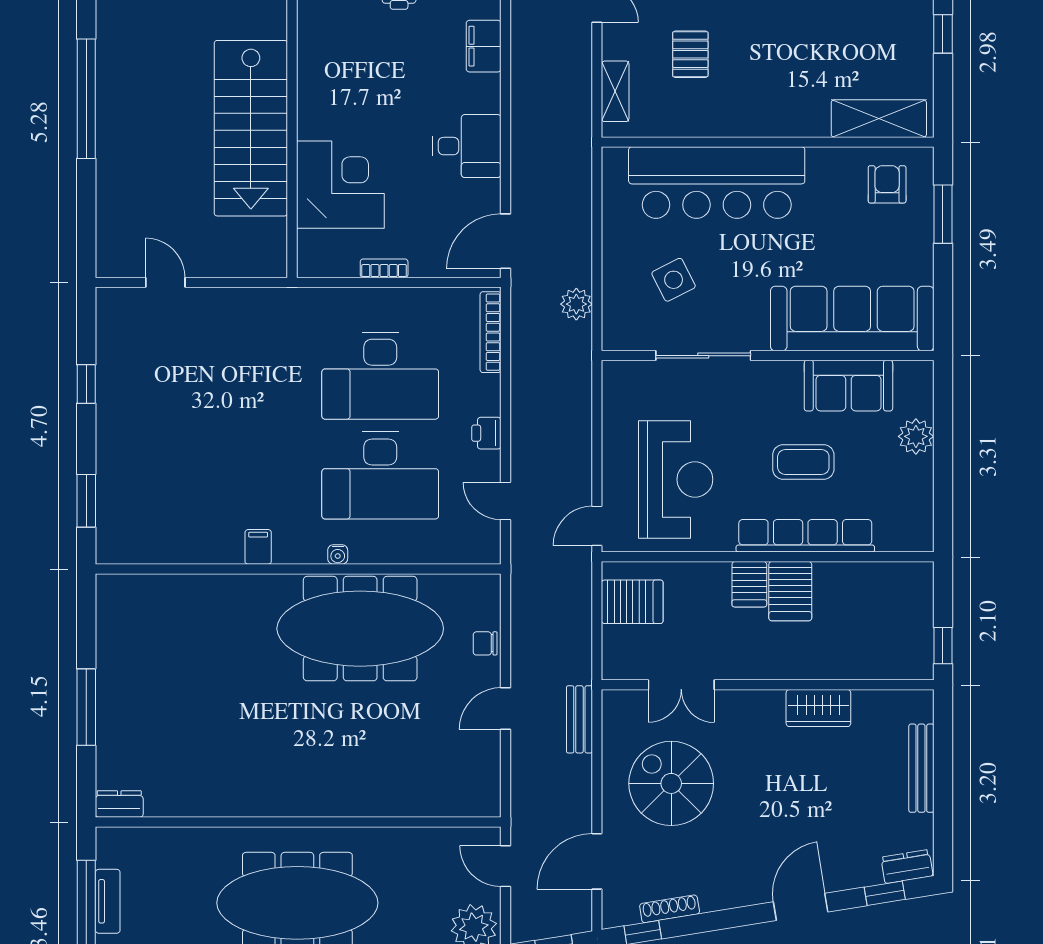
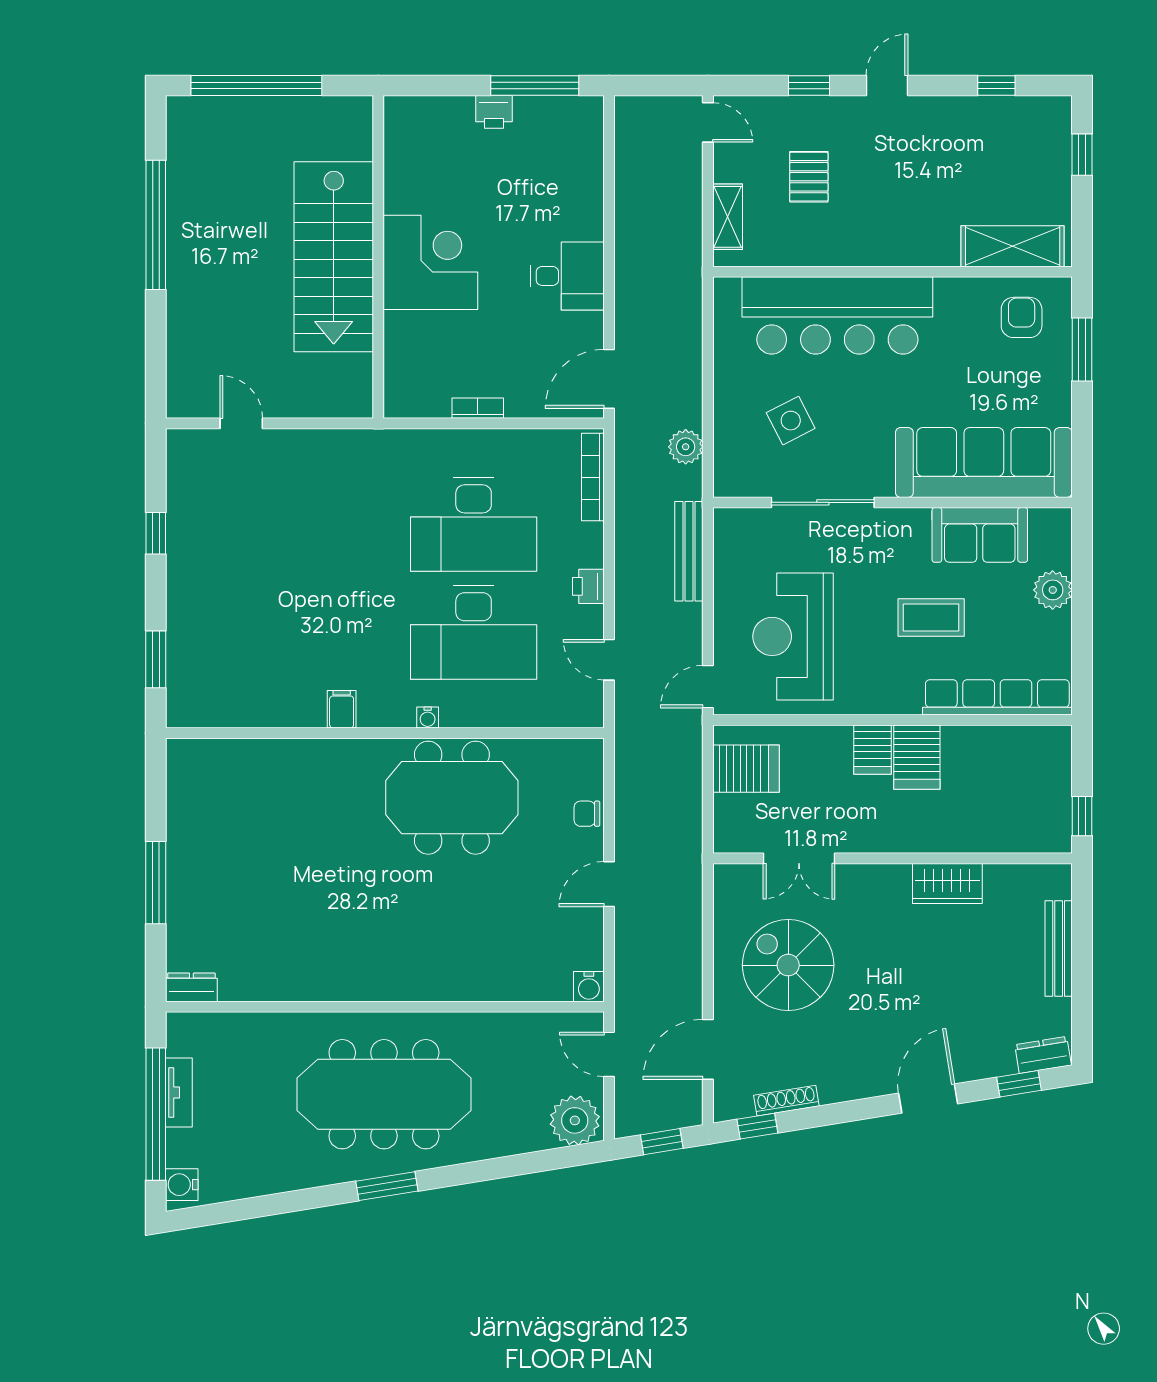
filing cabinet: (484, 46) -> (585, 168), removed
corner desk: (340, 185) -> (430, 262), moved
reception desk: (676, 479) -> (793, 636), turned 180
row of seats: (805, 536) -> (997, 697), moved
meeting table: (360, 629) -> (452, 798), width x0.73
bench: (579, 719) -> (689, 551), moved, width x1.36
water cooler: (487, 803) -> (589, 987), added

